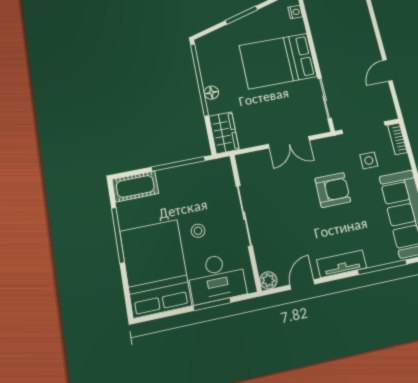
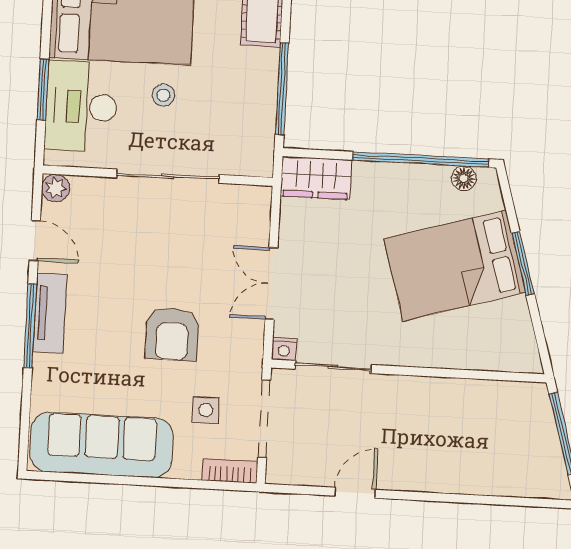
nightstand: (295, 12) -> (284, 349), moved
bed: (278, 61) -> (455, 265), moved, turned -106
door: (387, 71) -> (355, 493), hinge flipped
floor lamp: (211, 93) -> (464, 178), moved
window: (382, 267) -> (30, 326), moved

